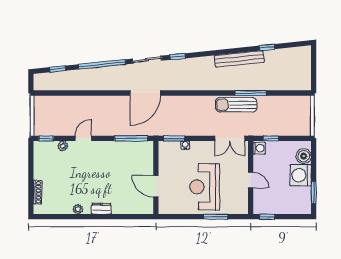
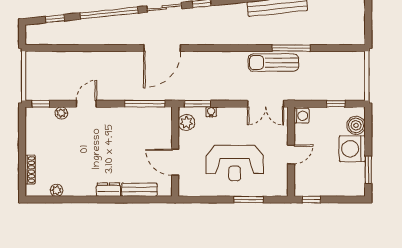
window: (271, 138) -> (336, 104), moved
plant: (165, 154) -> (186, 123), added
door: (251, 180) -> (291, 154), hinge flipped
reception desk: (205, 187) -> (235, 163), turned -90
plant: (78, 209) -> (57, 190), moved
bench: (127, 209) -> (139, 190), added

